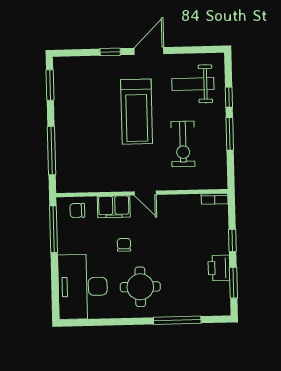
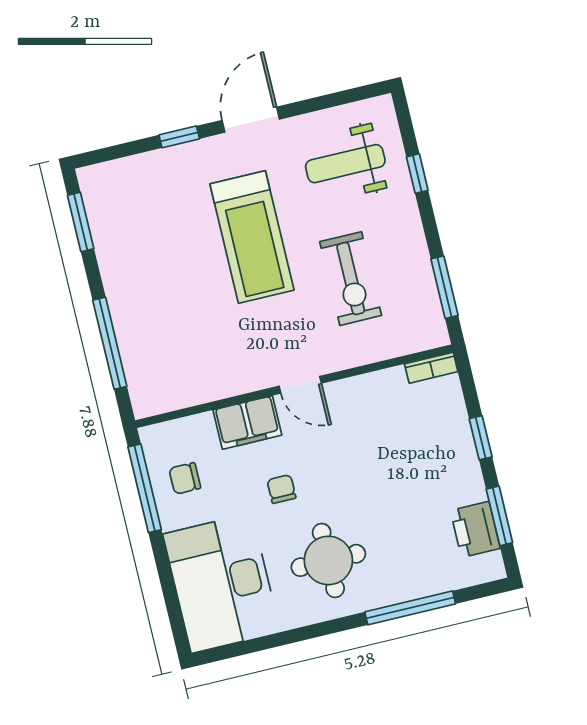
window: (230, 134) -> (445, 287), moved
chair: (77, 210) -> (185, 478), moved
printer: (219, 268) -> (475, 529), moved

